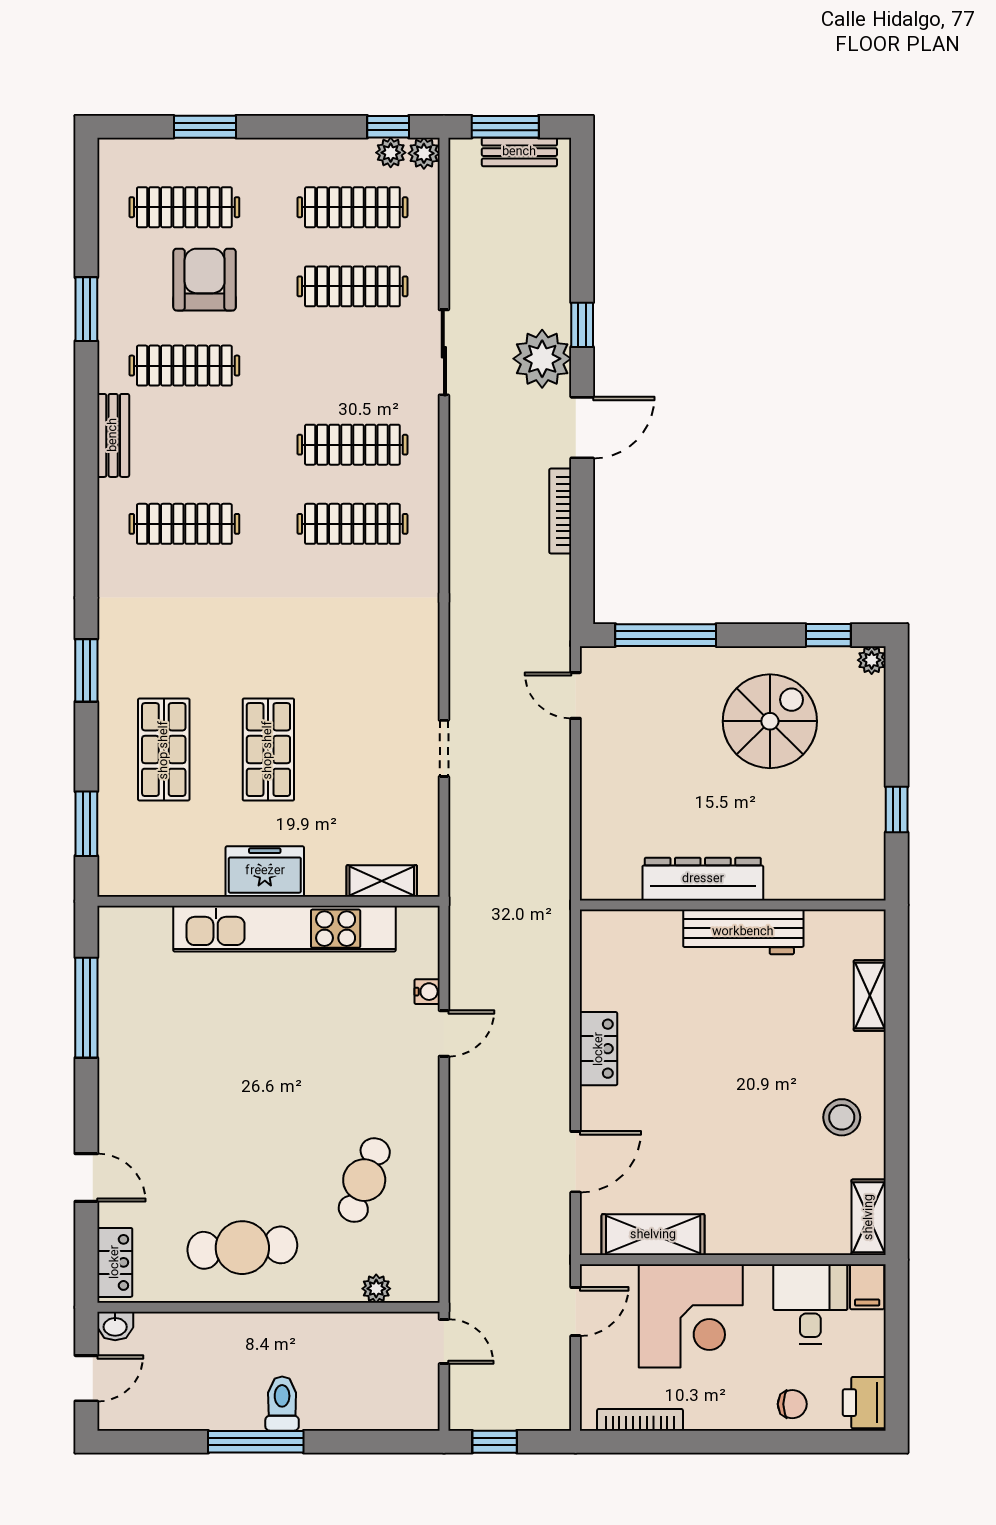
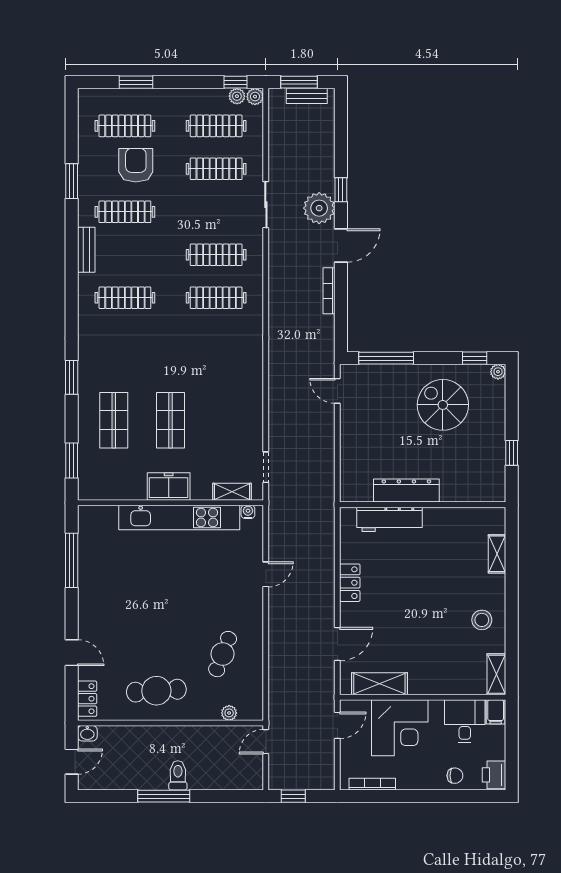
spiral stairs: (770, 721) -> (443, 405), turned -90
doorway: (444, 748) -> (266, 467), moved
workbench: (743, 932) -> (390, 519), moved
water cooler: (427, 992) -> (248, 512), moved, turned -90
door: (444, 1341) -> (266, 742), swing flipped

